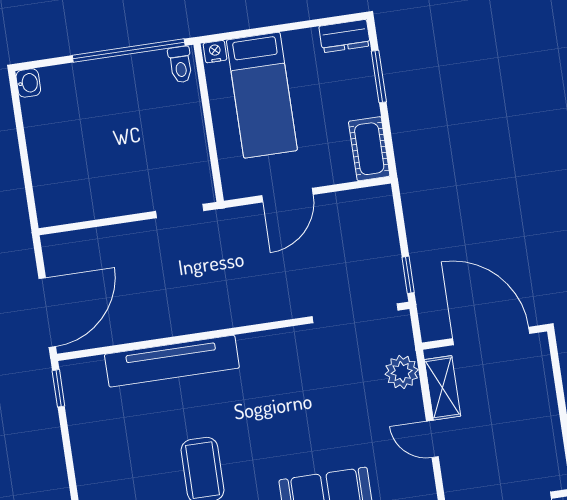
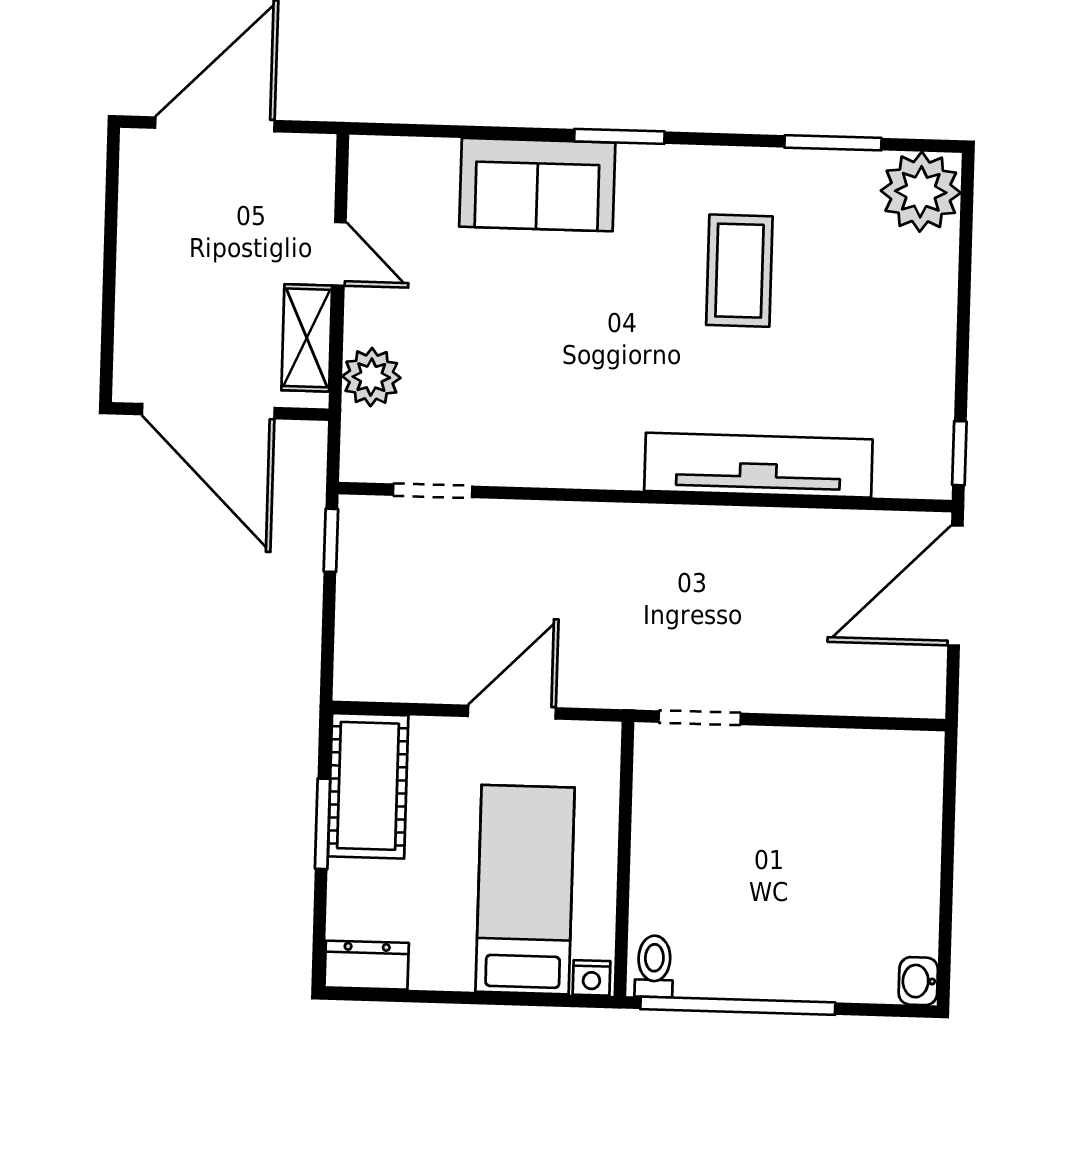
window: (379, 76) -> (322, 824), moved
cot: (369, 149) -> (368, 786), width x1.37, depth x1.34
doorway: (355, 313) -> (433, 491), width x0.53

